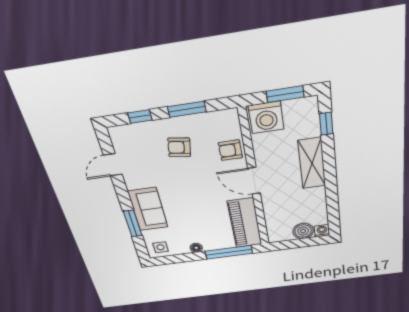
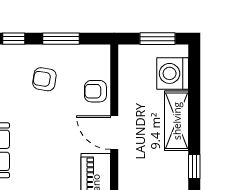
washing machine: (266, 117) -> (173, 73), moved, turned 90
window: (326, 124) -> (194, 166), moved

